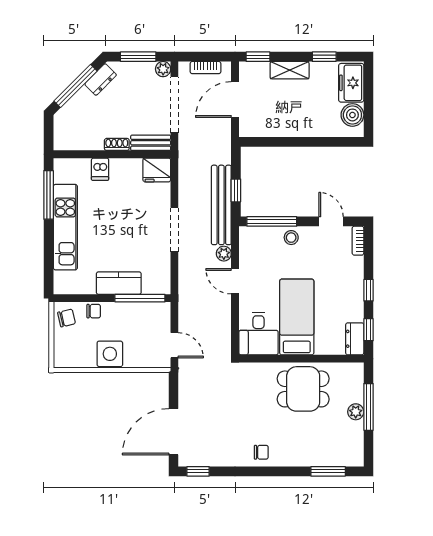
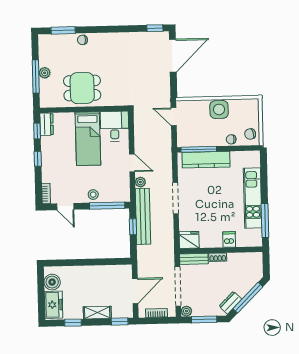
kitchen counter: (119, 283) -> (206, 160), width x1.50
chair: (261, 452) -> (82, 40), moved

